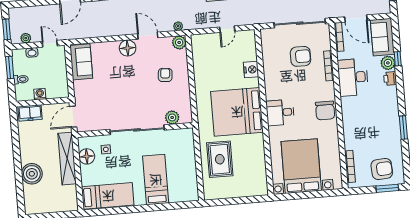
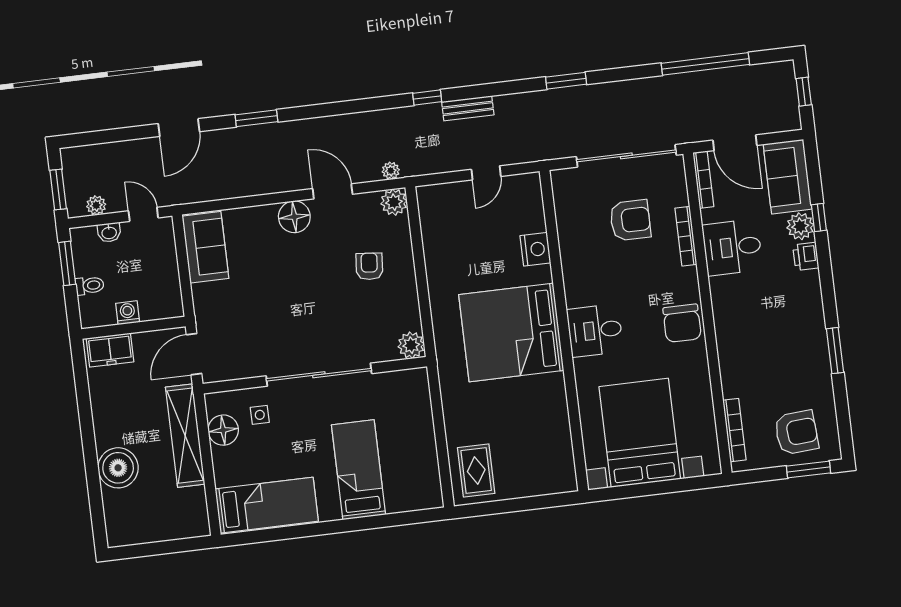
desk: (353, 77) -> (732, 247), width x0.73
plant: (172, 117) -> (411, 345), moved
rug: (220, 159) -> (476, 471), moved, width x0.73, depth x0.70

